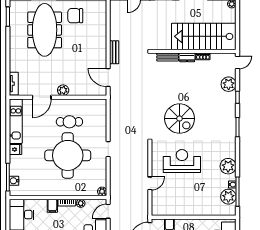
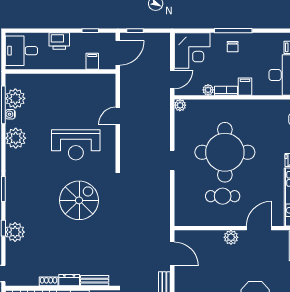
plant: (229, 84) -> (15, 232), moved
spiral stairs: (180, 119) -> (79, 200), turned 90

